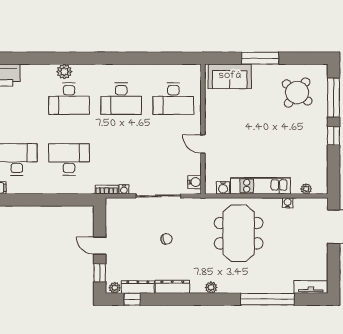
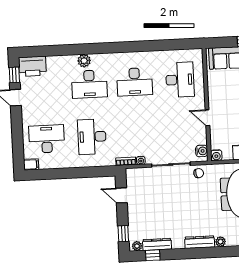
desk: (173, 99) -> (180, 80), turned -90
desk: (69, 159) -> (92, 137), turned -90
water cooler: (223, 188) -> (216, 155), moved
chair: (166, 239) -> (199, 173), moved
door: (100, 246) -> (121, 195), moved
dresser: (172, 287) -> (200, 242), moved

